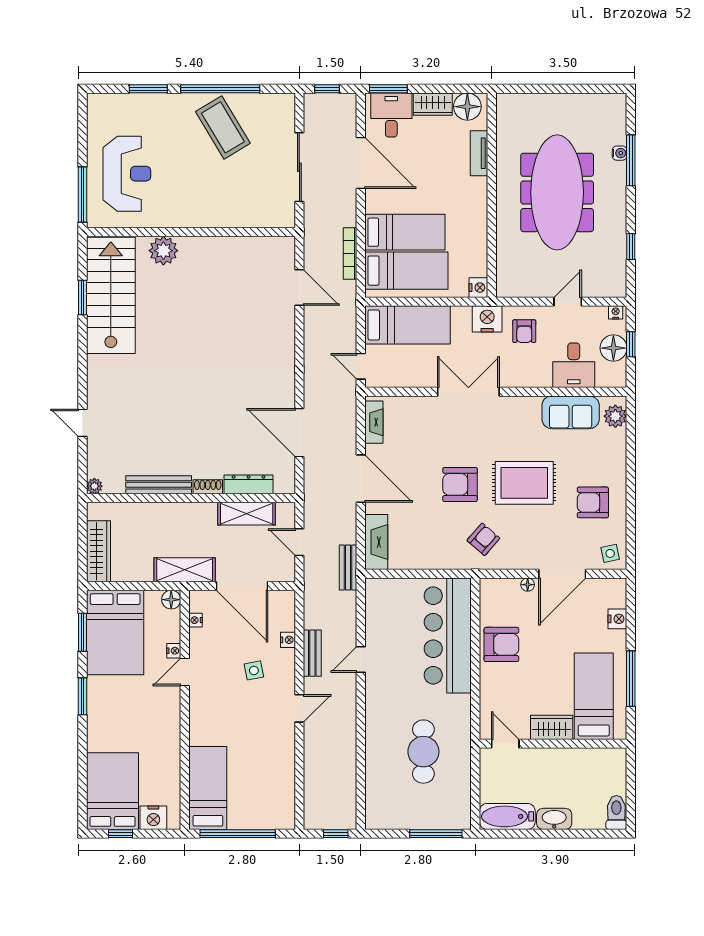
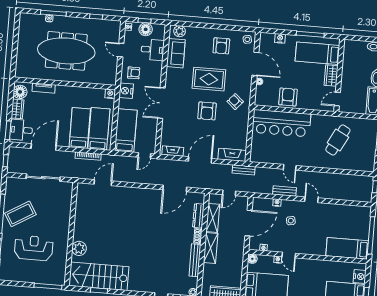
reception desk: (127, 174) -> (34, 248), moved
rug: (524, 483) -> (209, 79), turned 90
shelving: (185, 570) -> (211, 248), moved
cafe table: (423, 752) -> (338, 140), turned -62

